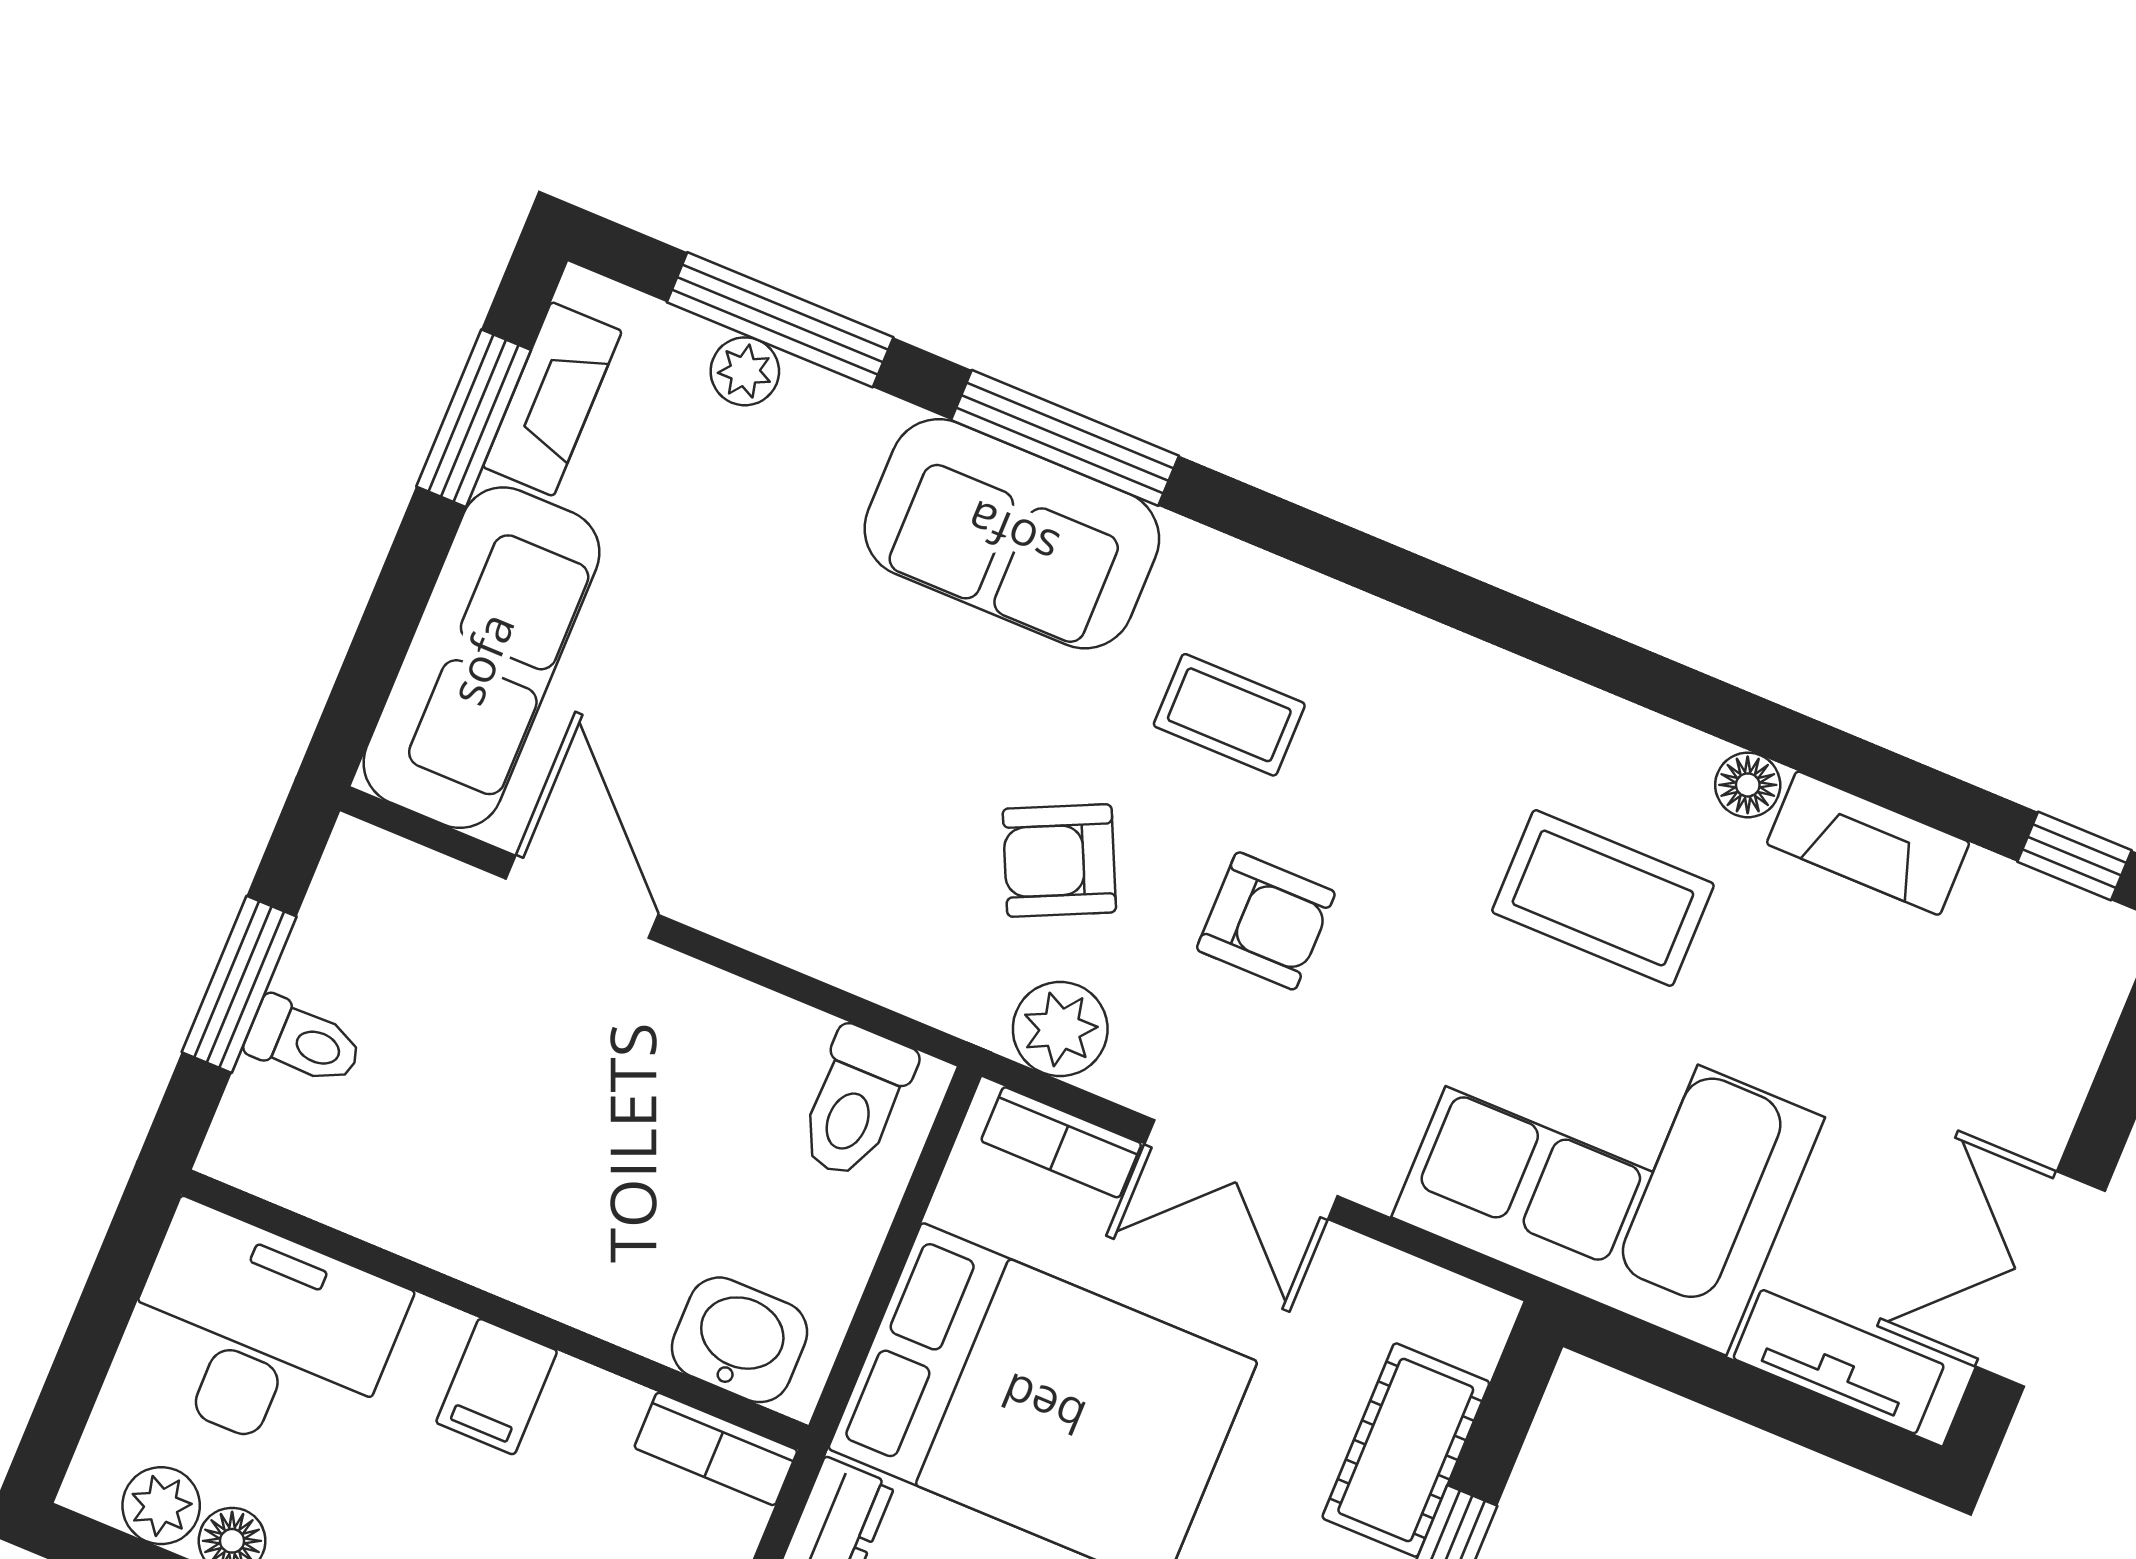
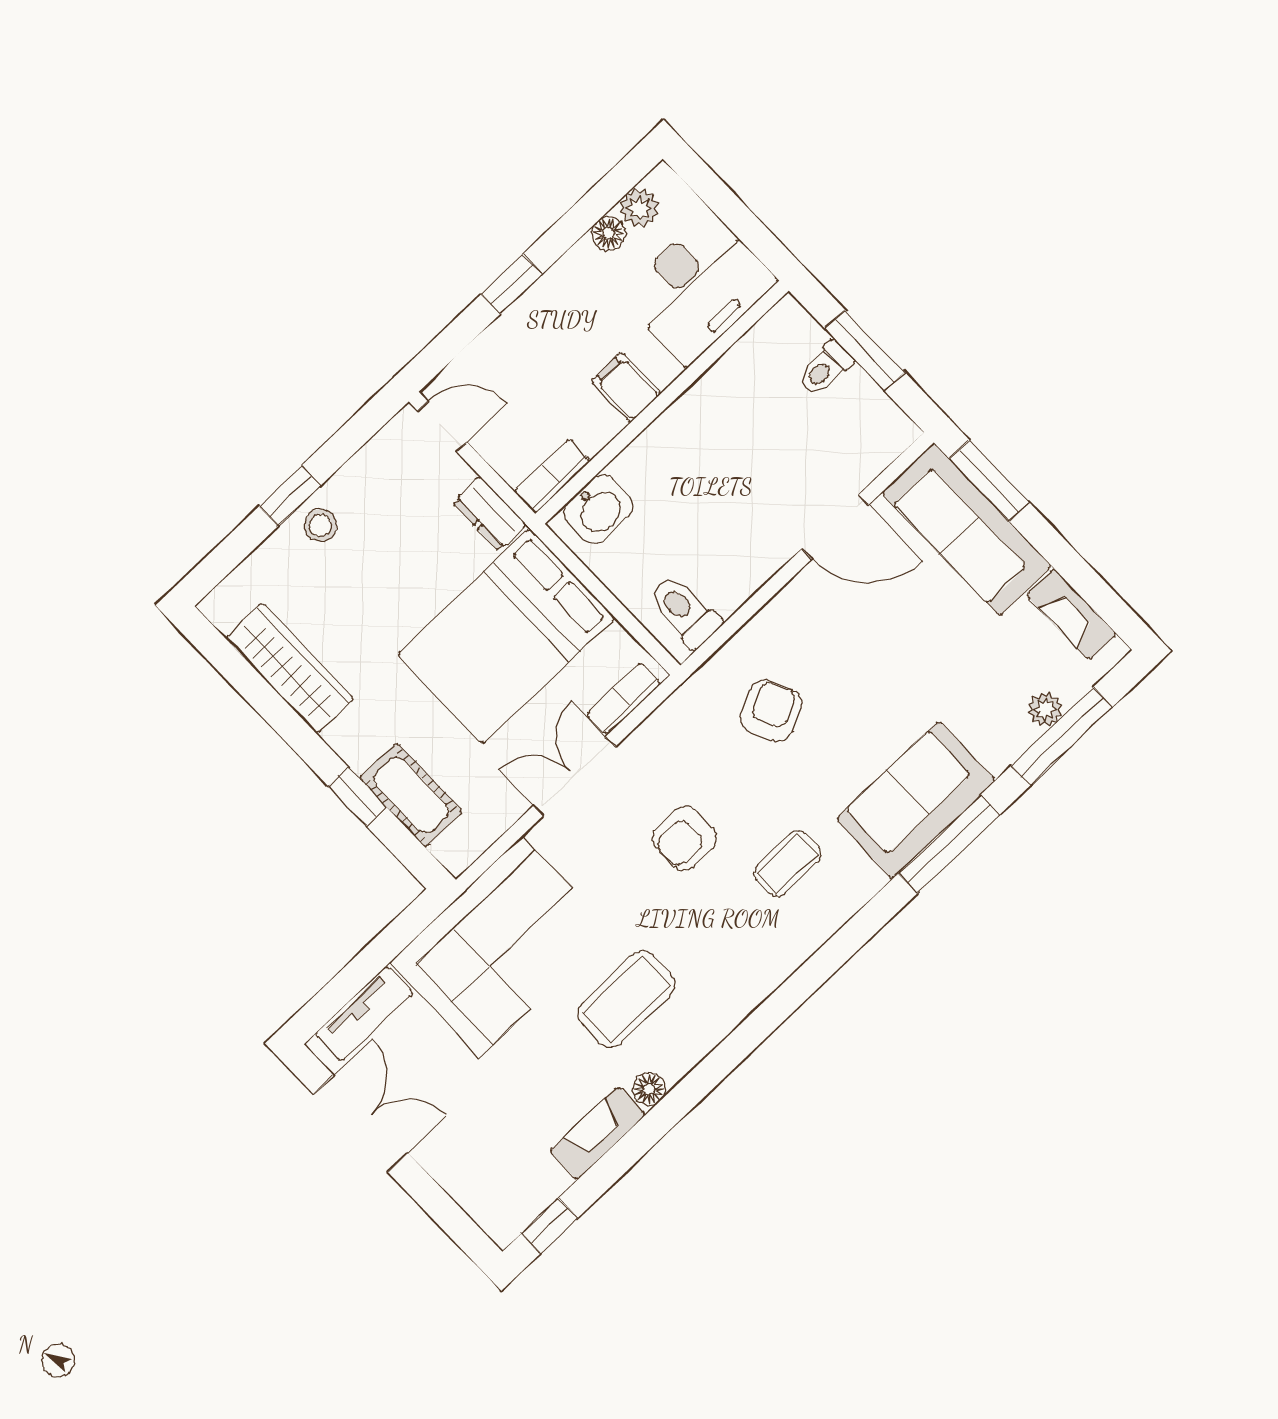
window: (474, 418) -> (989, 481), moved
armchair: (1059, 860) -> (771, 711), moved
plant: (1060, 1029) -> (676, 721), removed

